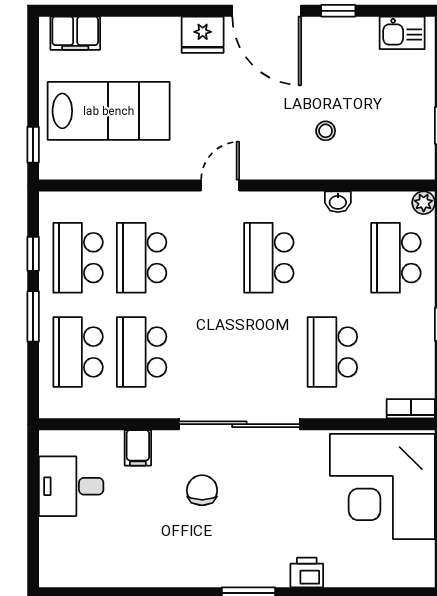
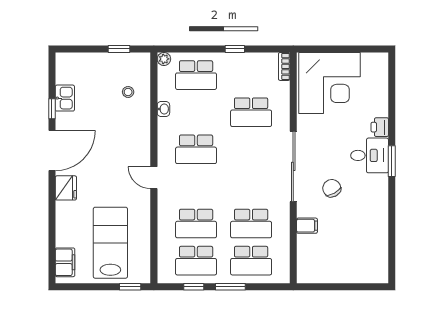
kitchen sink: (402, 33) -> (65, 98), moved
stool: (326, 131) -> (128, 92), moved
desk: (71, 486) -> (370, 155), moved, turned -90
chair: (202, 490) -> (332, 188), turned 61

